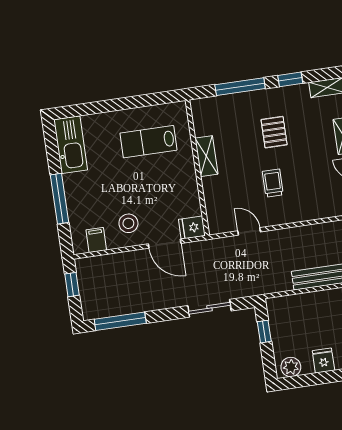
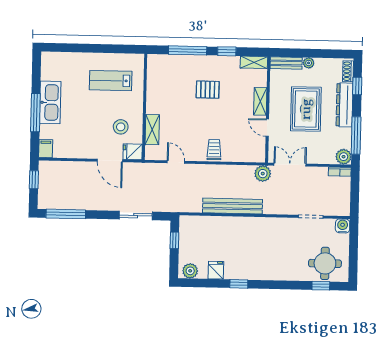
pallet: (274, 132) -> (208, 90), turned 90
kitchen sink: (71, 145) -> (50, 102), moved
shelving: (206, 156) -> (152, 130), moved
trolley: (273, 183) -> (214, 150), moved
stool: (128, 223) -> (121, 127), moved
filing cabinet: (96, 240) -> (46, 149), moved

